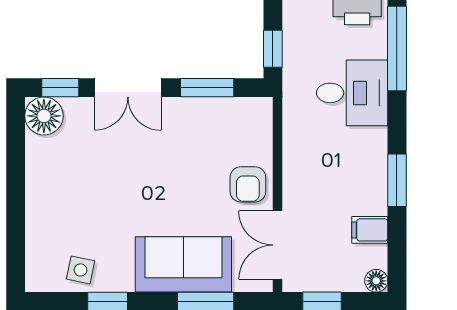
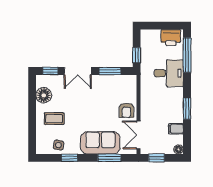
floor lamp: (44, 116) -> (44, 95), moved
coffee table: (70, 205) -> (54, 119), added

